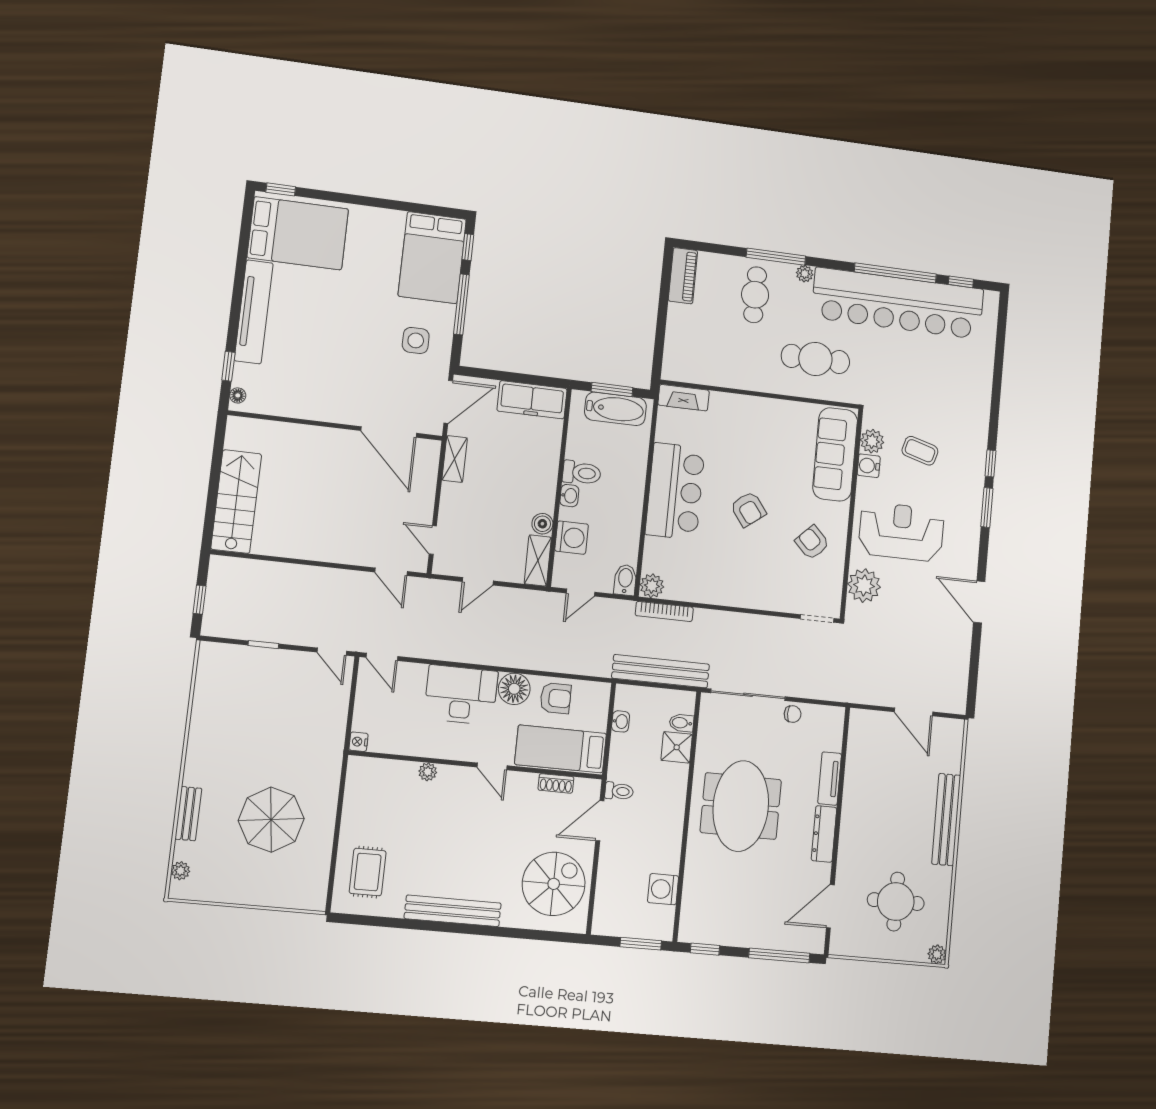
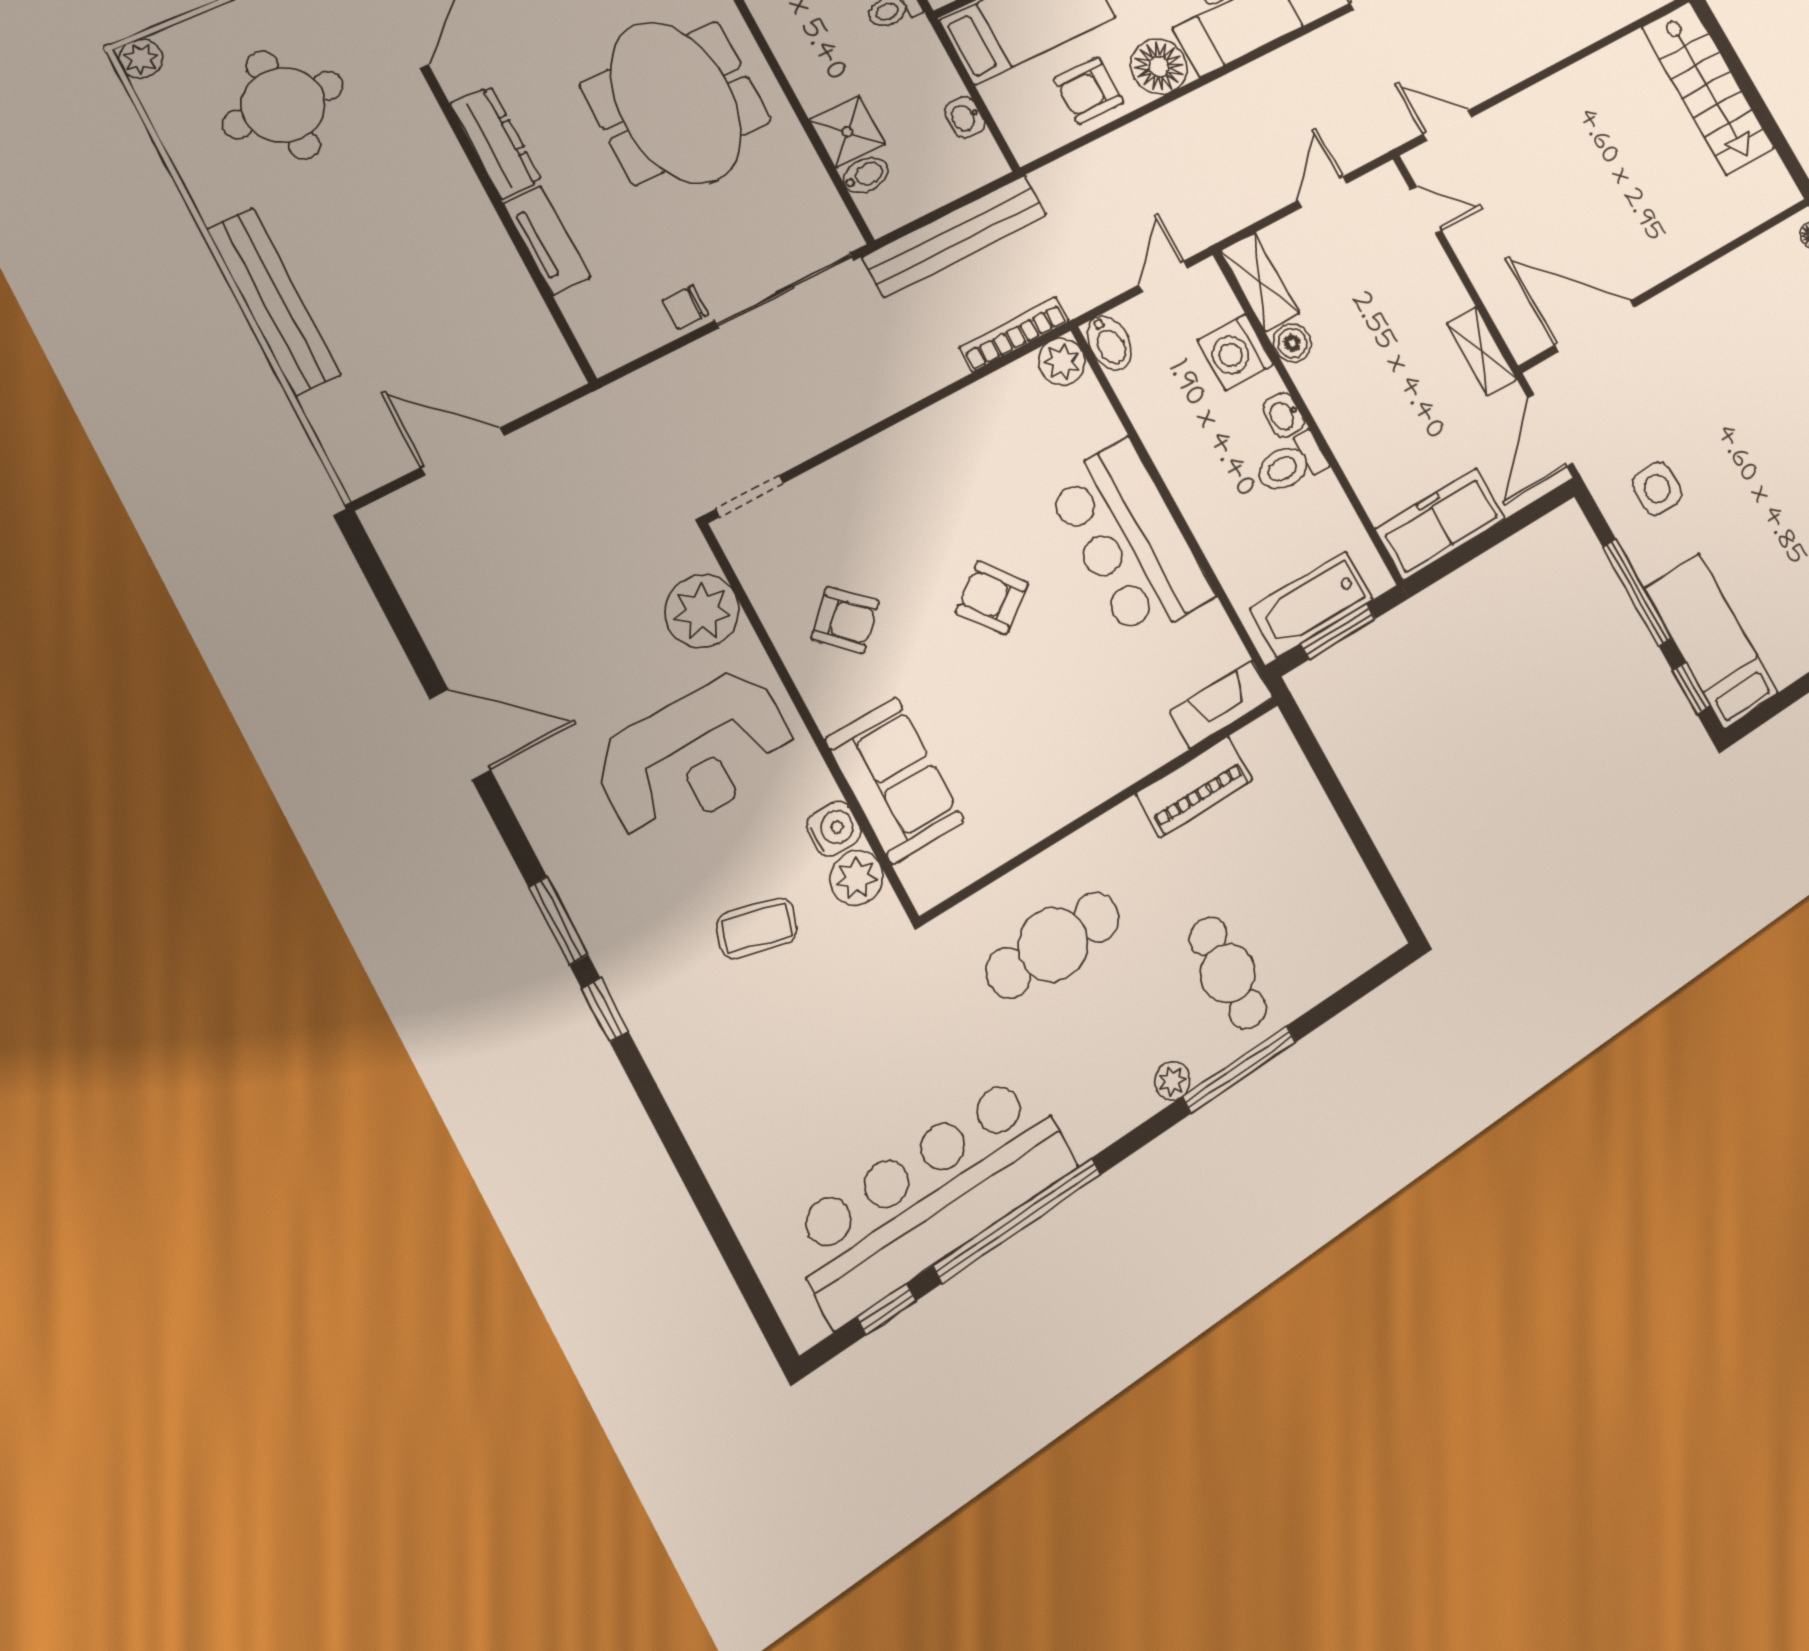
bed: (432, 258) -> (1711, 641), width x0.67
piano: (683, 276) -> (1194, 787), moved, turned -90
bar counter: (898, 303) -> (932, 1197), width x0.73
sofa: (835, 454) -> (895, 780), width x0.73

